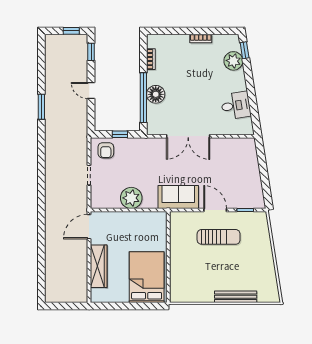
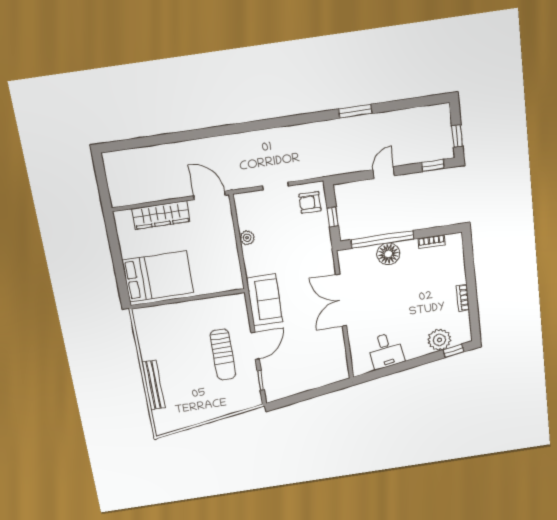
plant: (131, 198) -> (247, 238), width x0.53, depth x0.53

